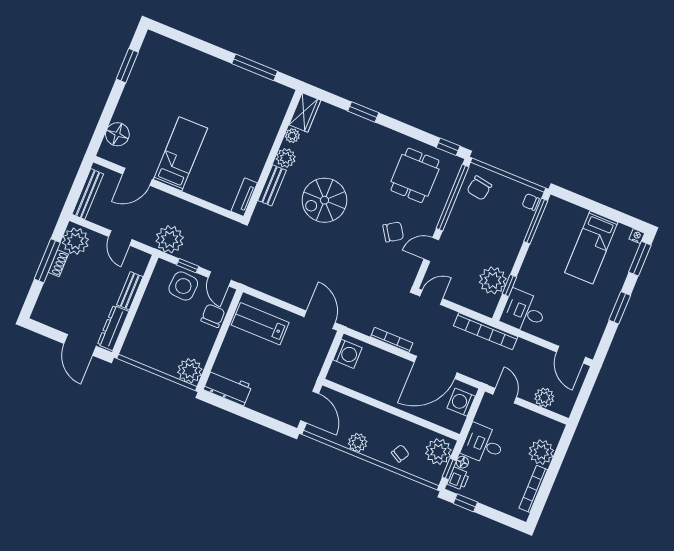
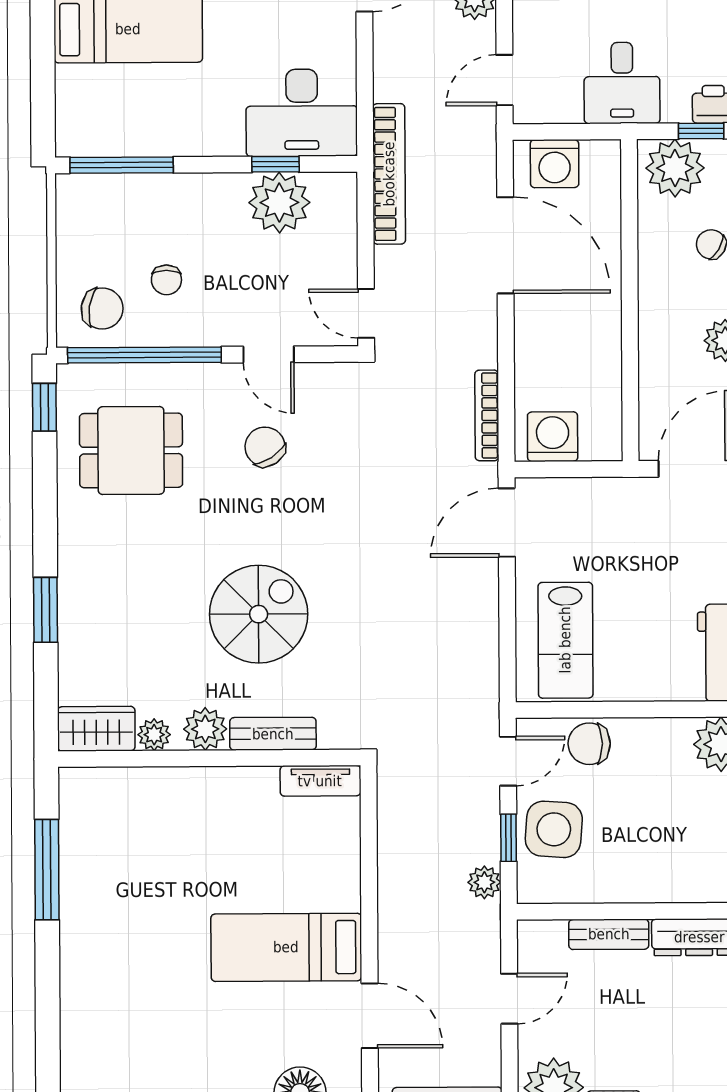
spiral stairs: (324, 200) -> (259, 614), turned -90
chair: (531, 202) -> (166, 280), moved
plant: (170, 239) -> (484, 882), width x0.53, depth x0.53
desk: (524, 312) -> (302, 113), width x1.37
bookcase: (392, 340) -> (487, 415), moved
floor lamp: (462, 462) -> (676, 110), removed

